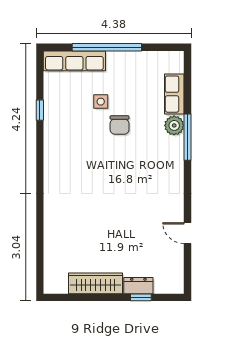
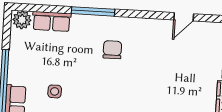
chair: (120, 125) -> (112, 50), moved, turned -90
plant: (174, 125) -> (22, 20), moved

